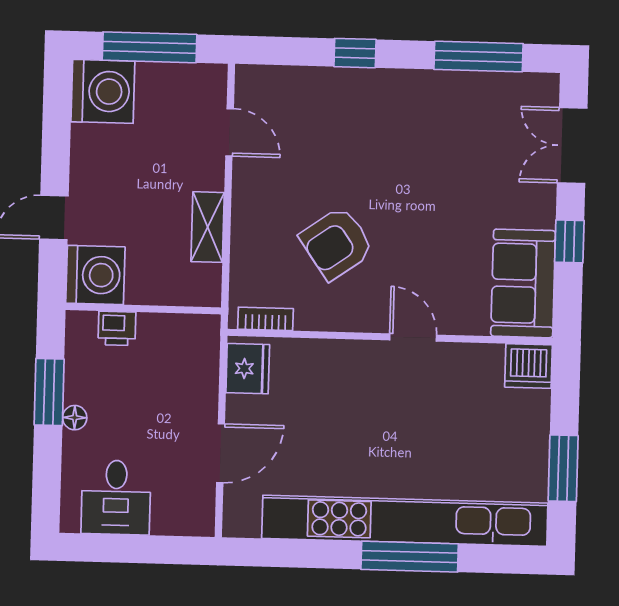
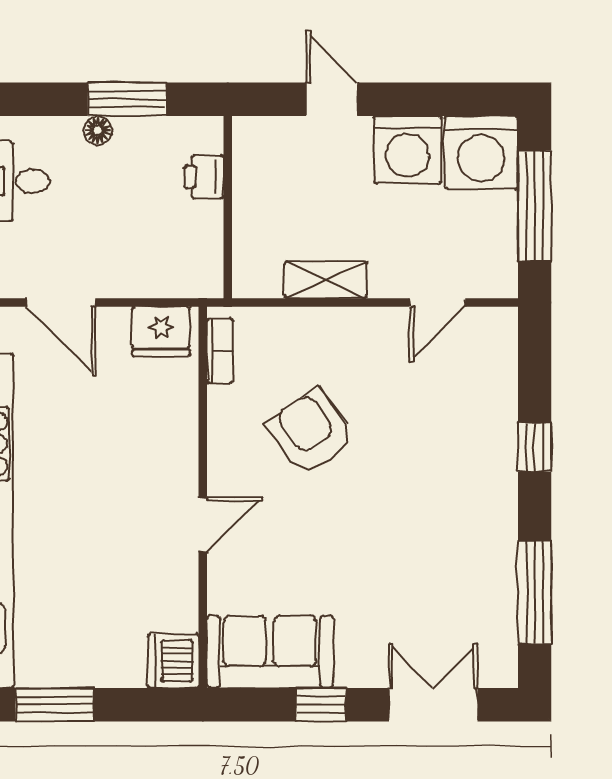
washing machine: (95, 275) -> (408, 150), moved

